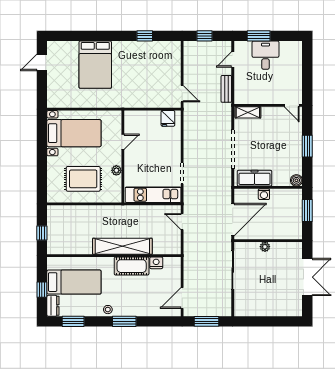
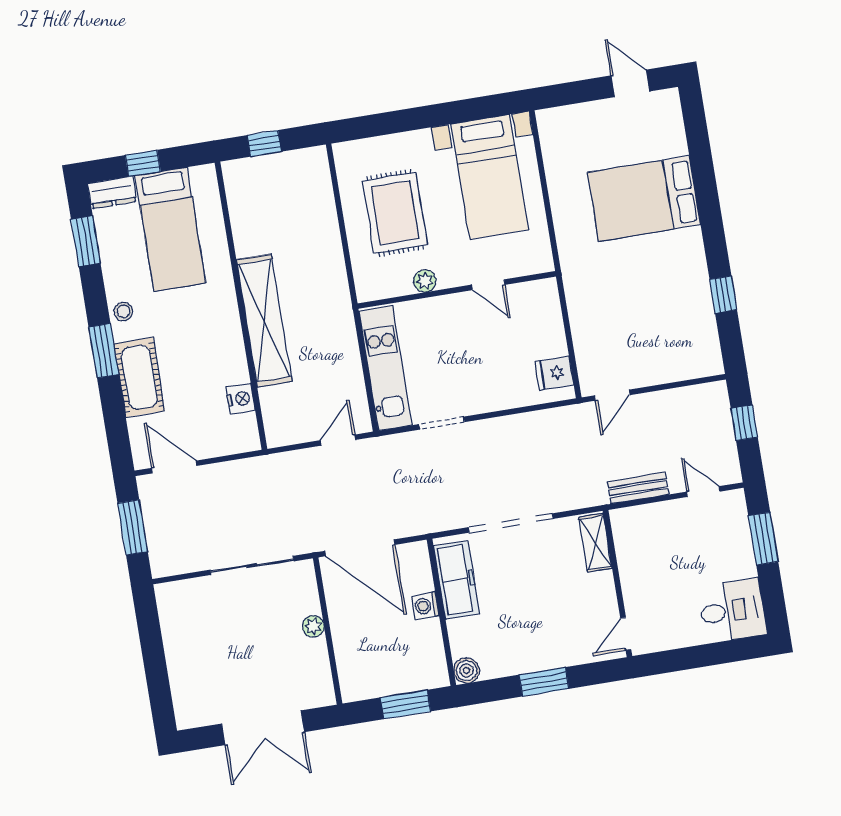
desk: (266, 55) -> (732, 611), moved
cot: (132, 266) -> (139, 377), moved

